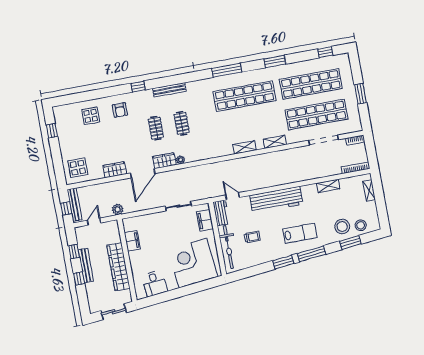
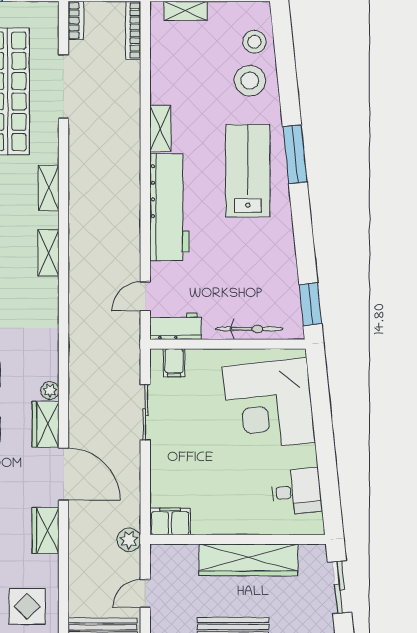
shelving: (328, 186) -> (160, 129), moved
filing cabinet: (205, 220) -> (174, 363), width x0.50
door: (94, 222) -> (145, 593), hinge flipped
lab bench: (300, 233) -> (248, 171), width x1.36, depth x1.39
trolley: (252, 237) -> (237, 271), removed
filing cabinet: (132, 241) -> (170, 521), moved
window: (350, 243) -> (286, 70), removed
bicycle: (228, 247) -> (249, 329), width x0.73, depth x0.71
window: (283, 262) -> (310, 304), moved

